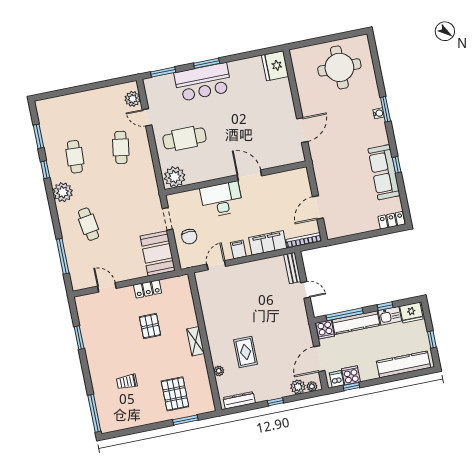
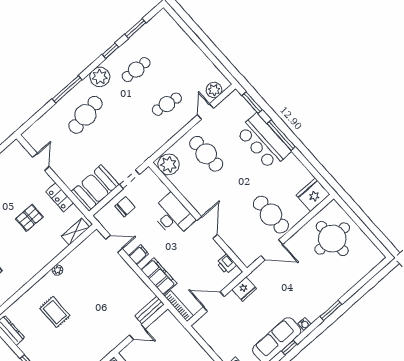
window: (207, 63) -> (281, 135), width x1.44
round table: (339, 67) -> (332, 238), moved
cafe table: (271, 113) -> (271, 215), added
water cooler: (379, 113) -> (304, 324), moved
fridge: (322, 174) -> (244, 289), added
printer: (291, 177) -> (226, 264), added
cafe table: (88, 224) -> (85, 115), width x1.37, depth x1.35
chair: (189, 237) -> (125, 207), turned 180
window: (63, 256) -> (67, 89), moved
door: (305, 290) -> (137, 332), hinge flipped
shelving: (196, 341) -> (75, 232), moved
rug: (246, 352) -> (55, 312), turned 90
plant: (219, 371) -> (57, 270), moved

